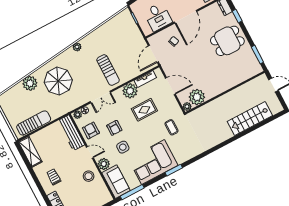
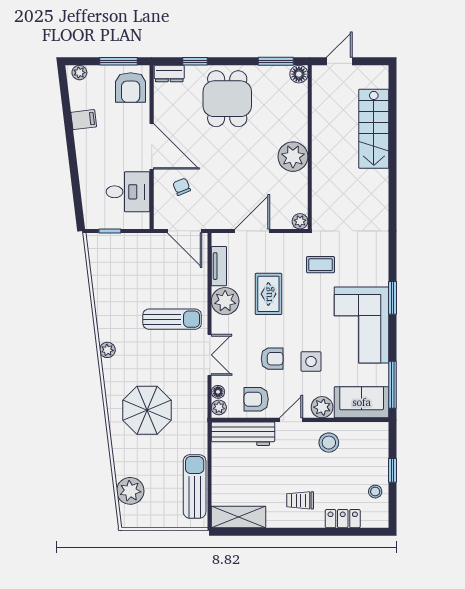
floor lamp: (257, 69) -> (299, 74), added
plant: (30, 83) -> (130, 491), moved
plant: (197, 97) -> (293, 157), moved

